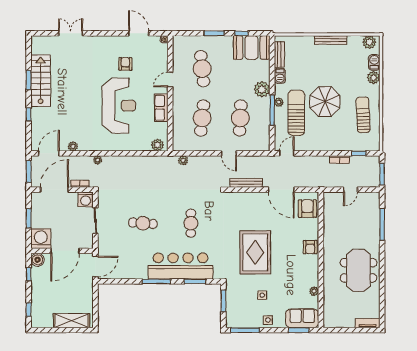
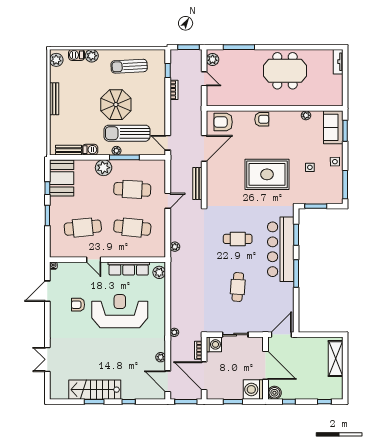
row of seats: (161, 108) -> (129, 269), width x1.48
plant: (370, 198) -> (213, 60), added
door: (95, 267) -> (281, 335), hinge flipped

